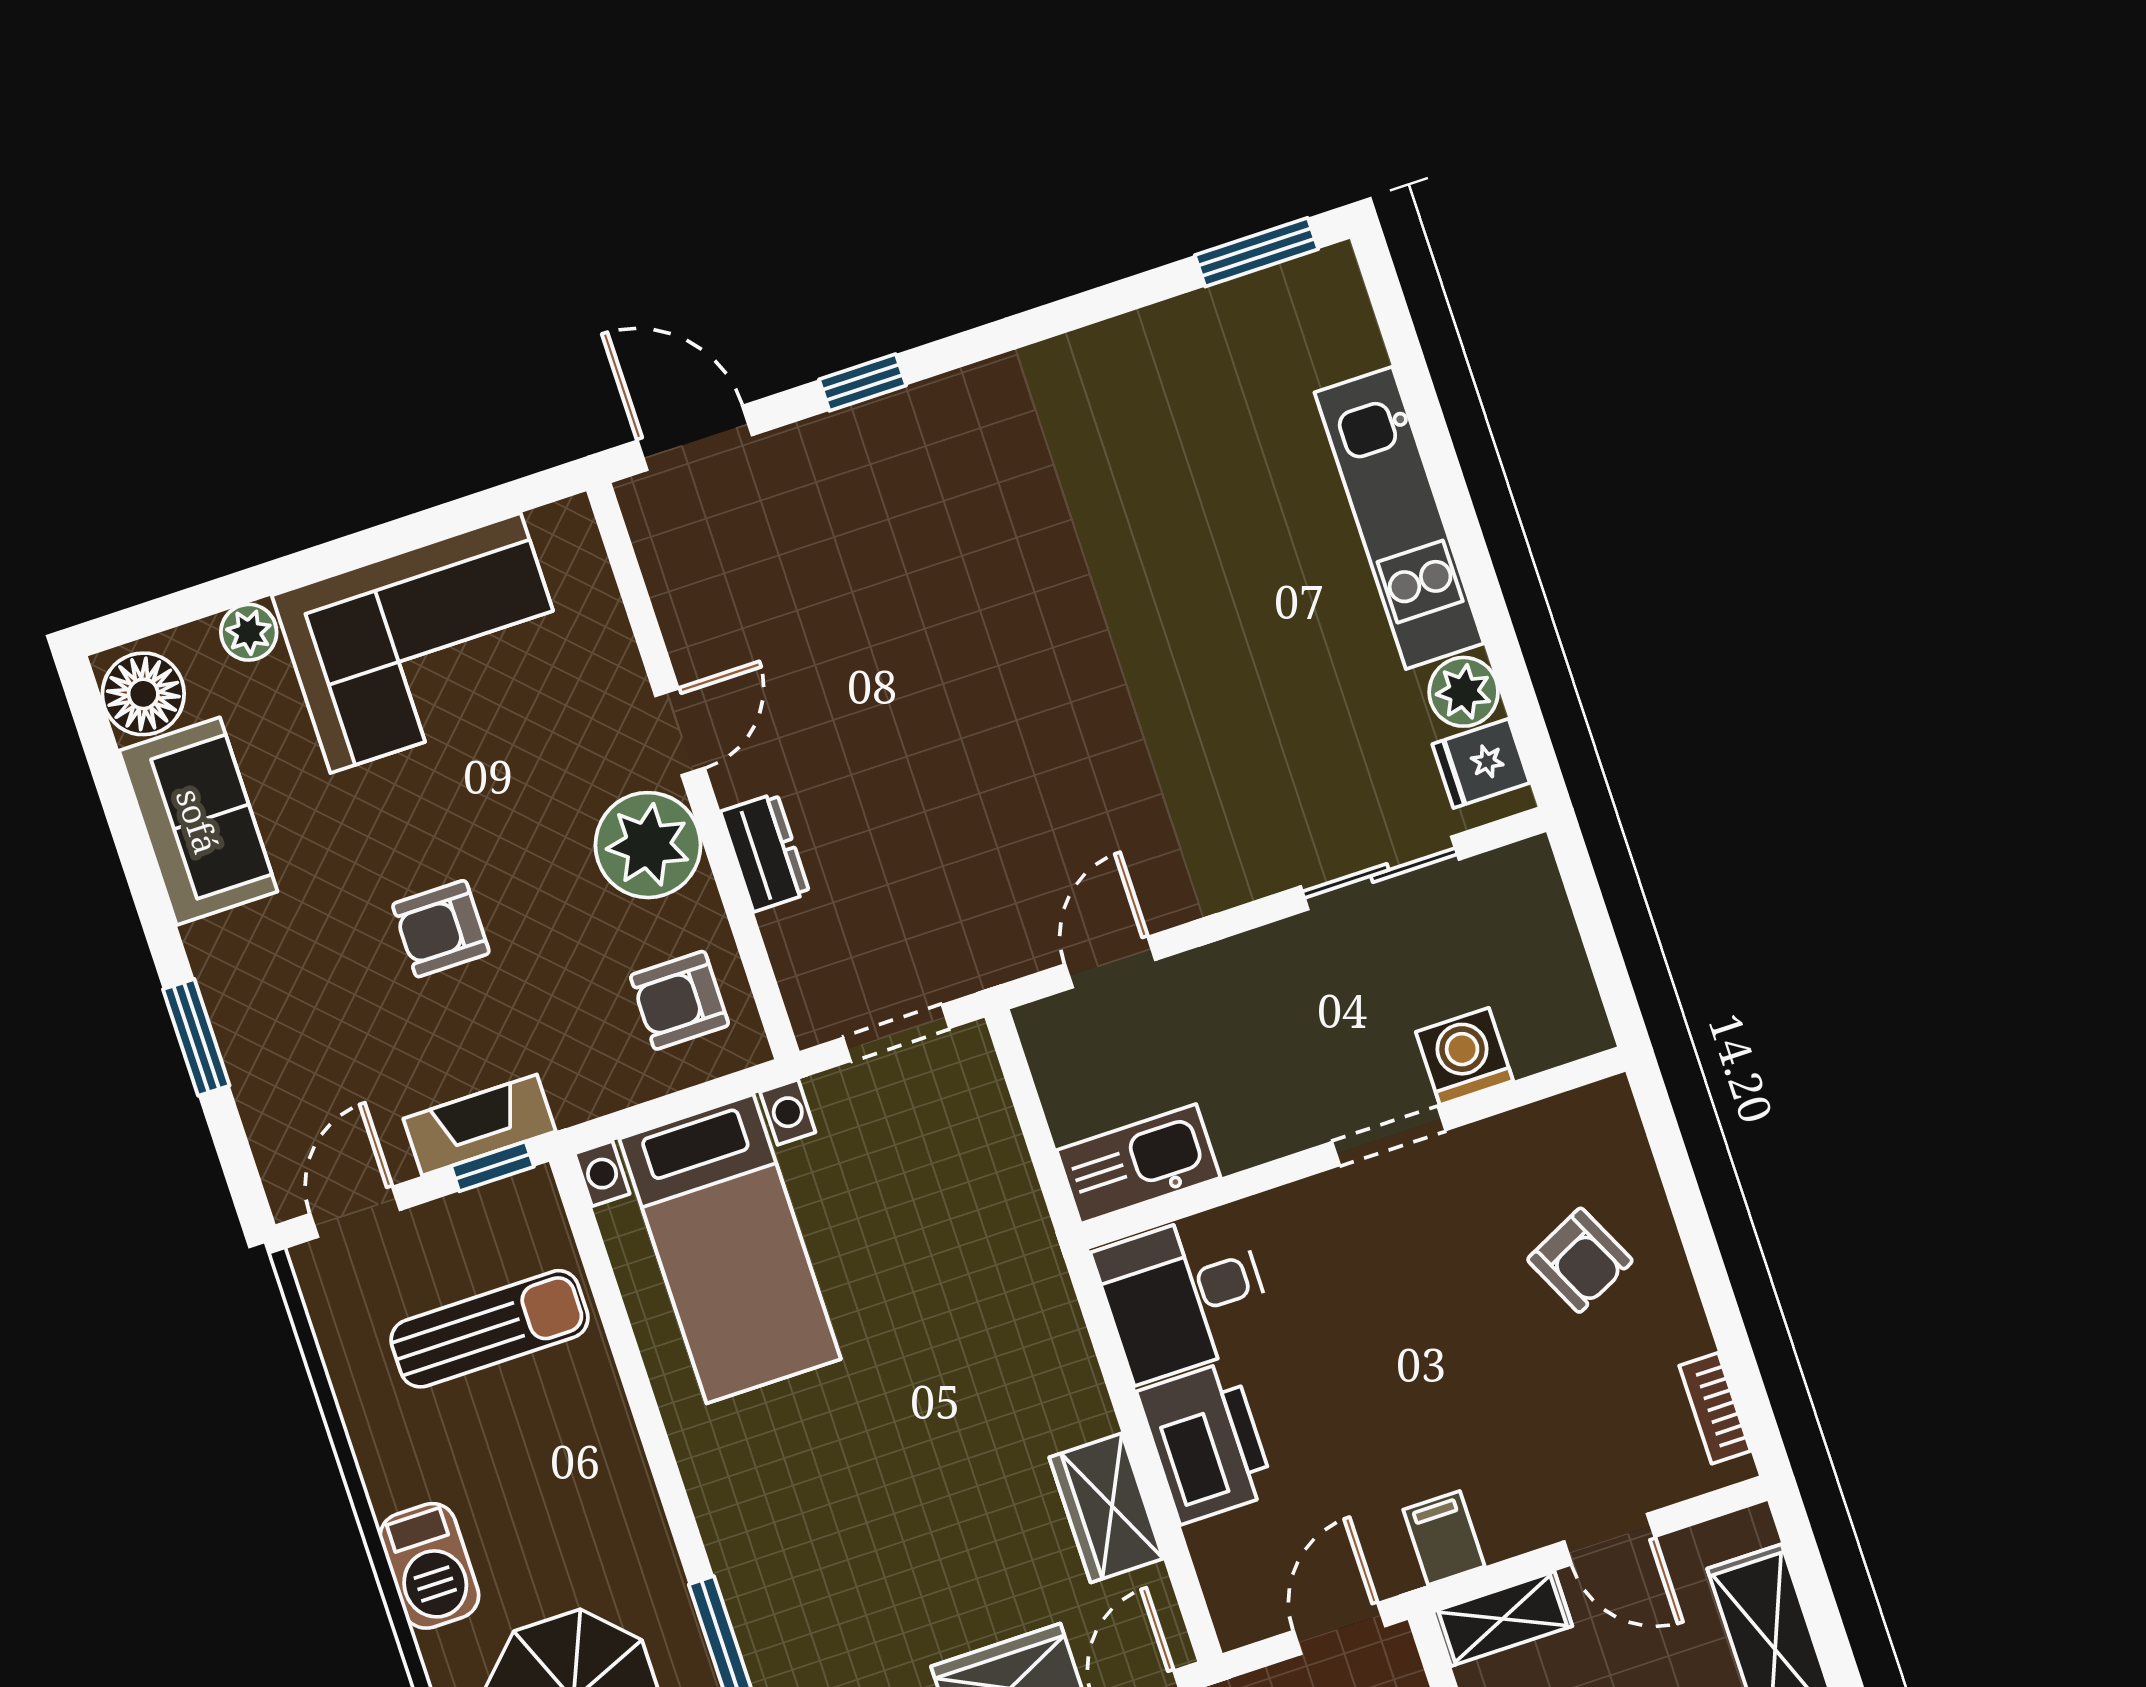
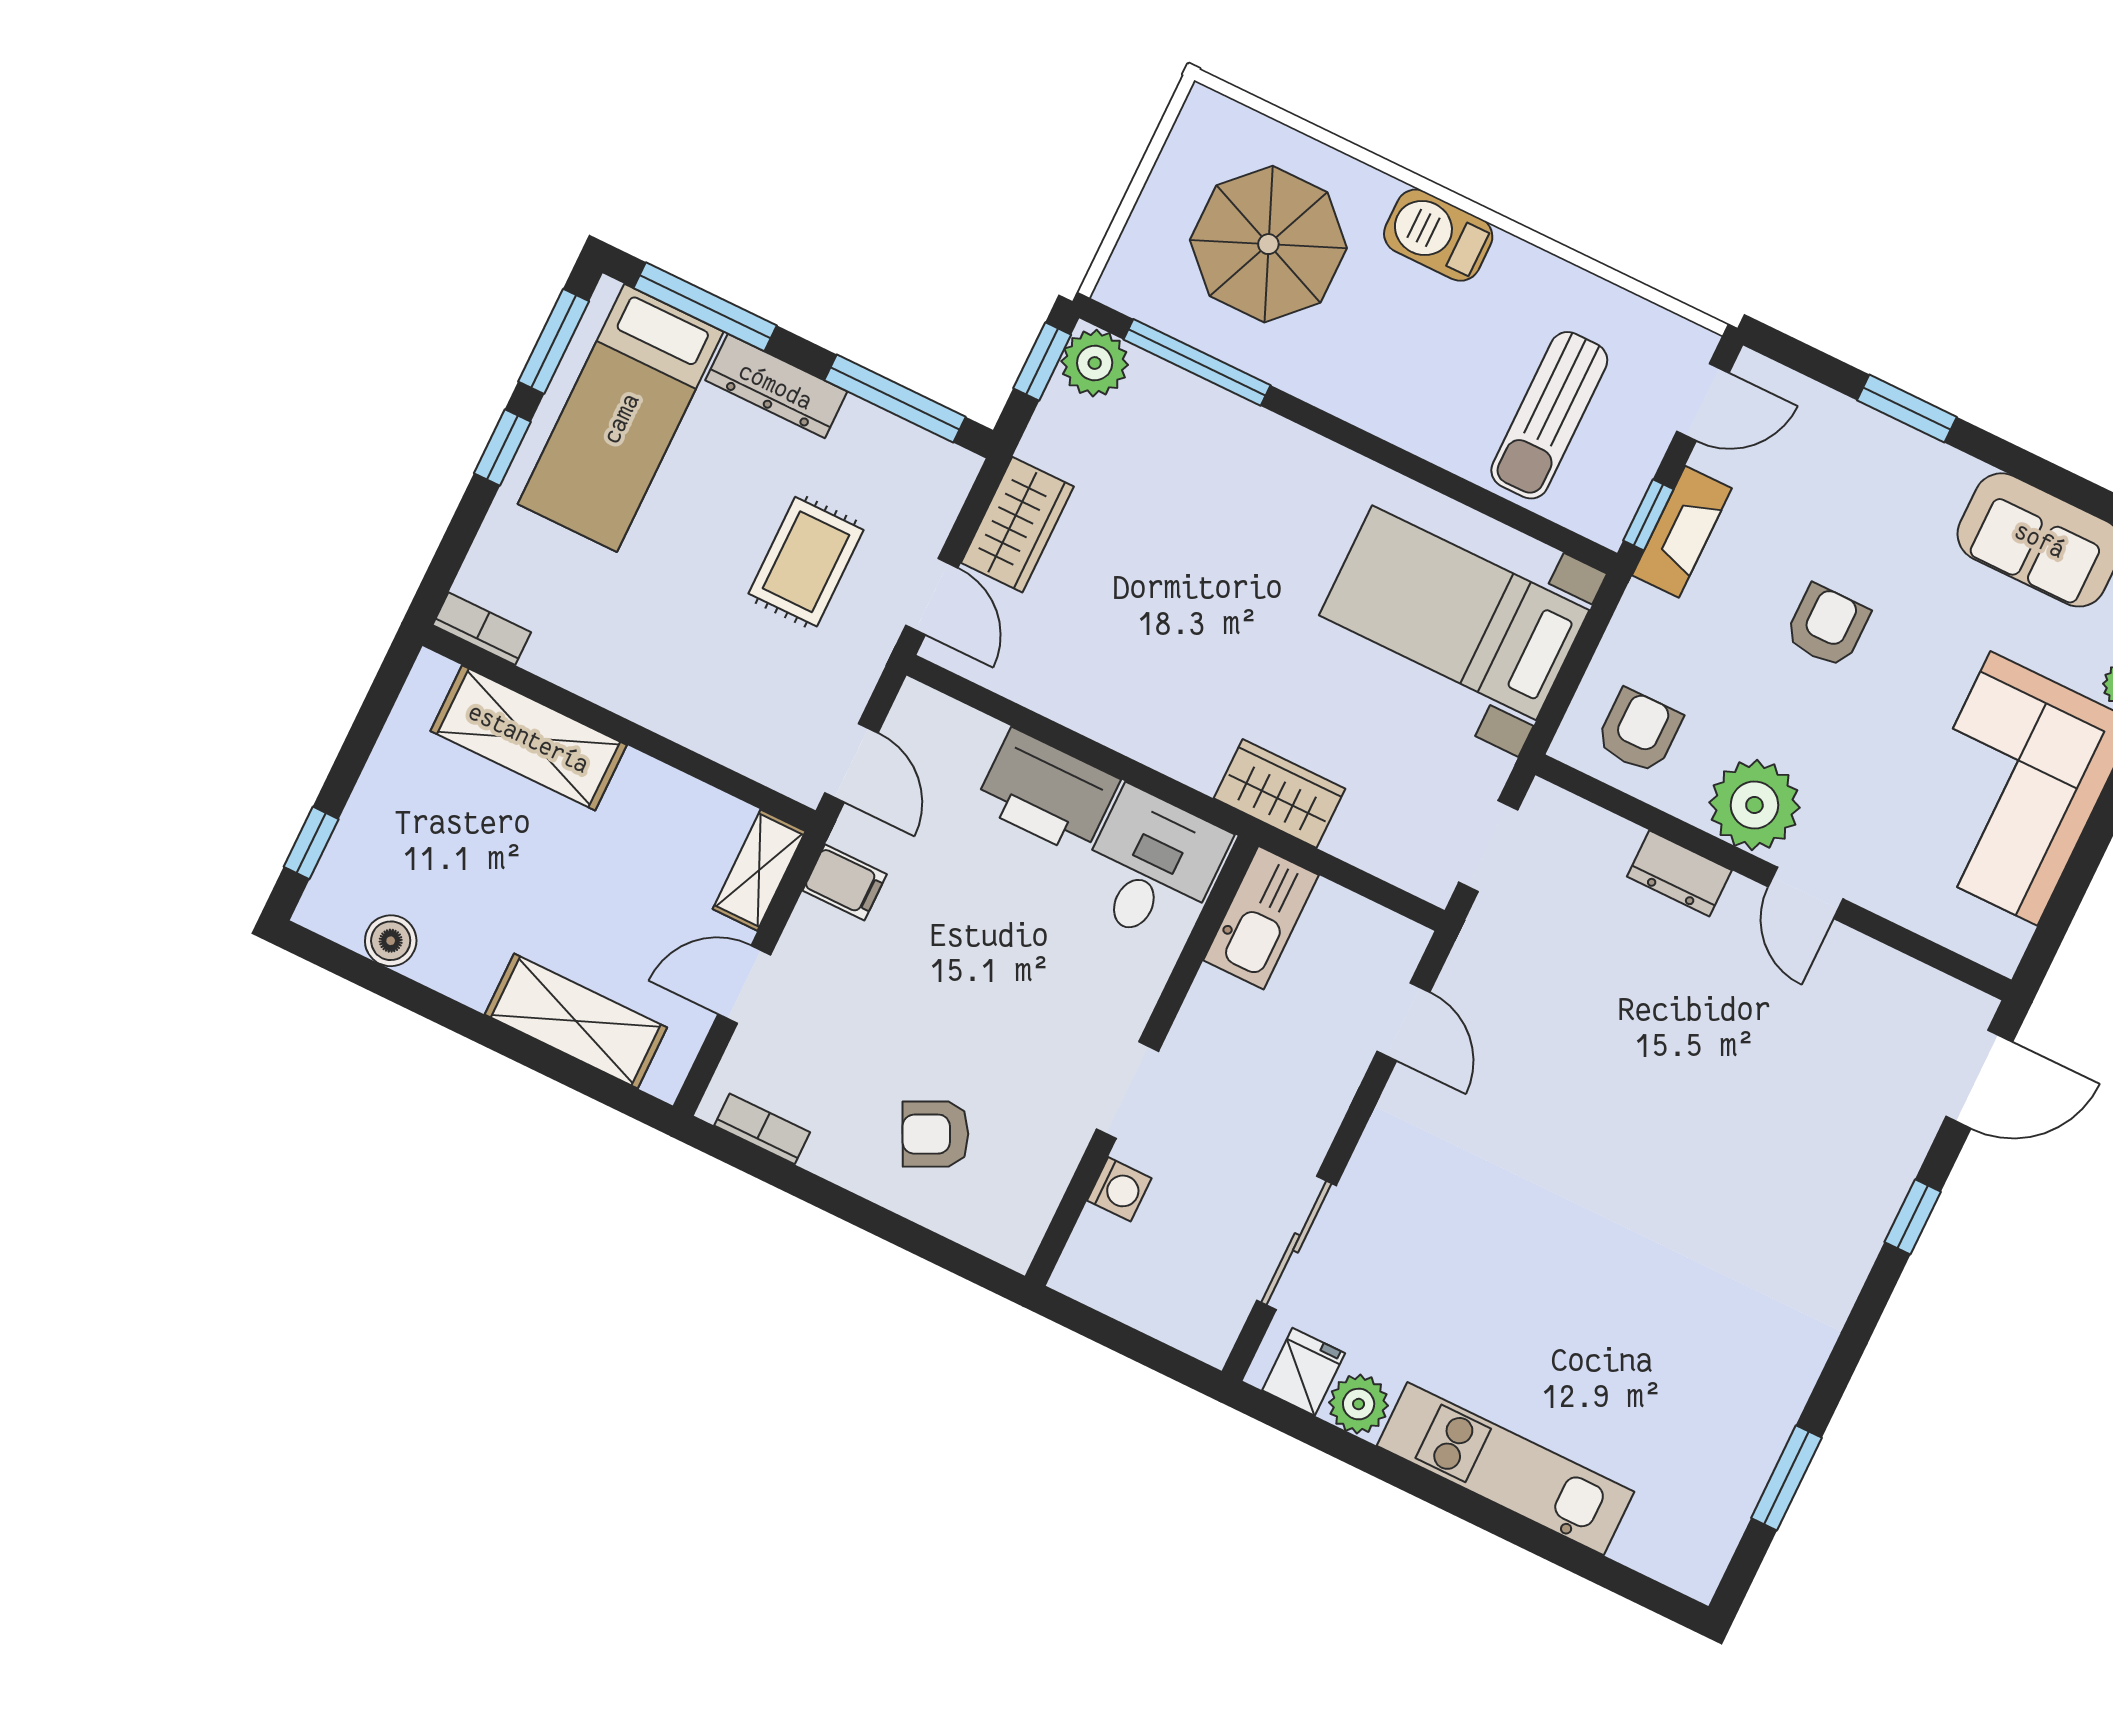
window: (1256, 252) -> (1786, 1478), moved
washing machine: (1464, 1056) -> (1119, 1189), width x0.73, depth x0.73
door: (355, 1212) -> (1703, 402), hinge flipped
wardrobe: (1106, 1508) -> (1280, 794), moved

